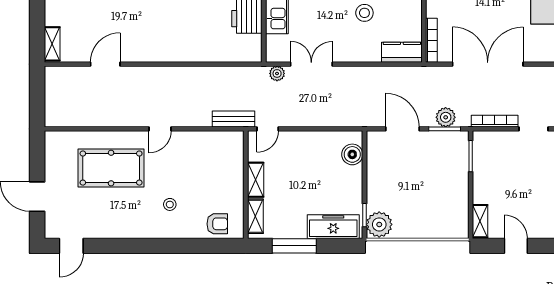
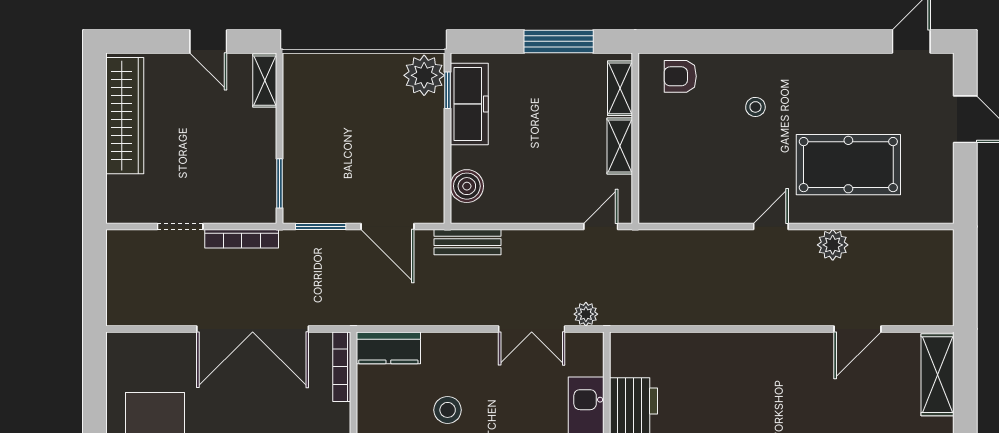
shelving: (52, 44) -> (938, 375), width x1.50, depth x1.33
plant: (446, 117) -> (833, 245), moved
bench: (233, 119) -> (468, 242), moved
freezer: (333, 227) -> (469, 104), moved, turned -90

